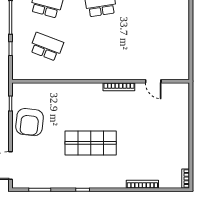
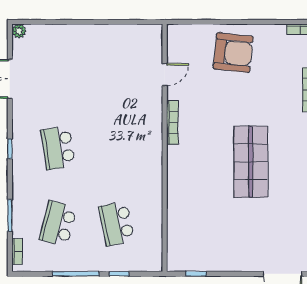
school desk: (46, 47) -> (117, 224), turned -33
armchair: (30, 122) -> (233, 53), moved

